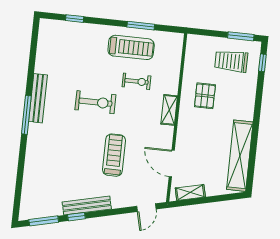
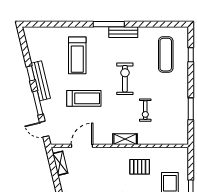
treadmill: (131, 47) -> (77, 55), moved
exercise mat: (71, 49) -> (166, 55), added
bench: (38, 98) -> (123, 32), width x0.73
exercise bike: (95, 102) -> (125, 79), turned 180
window: (44, 221) -> (38, 103), moved

